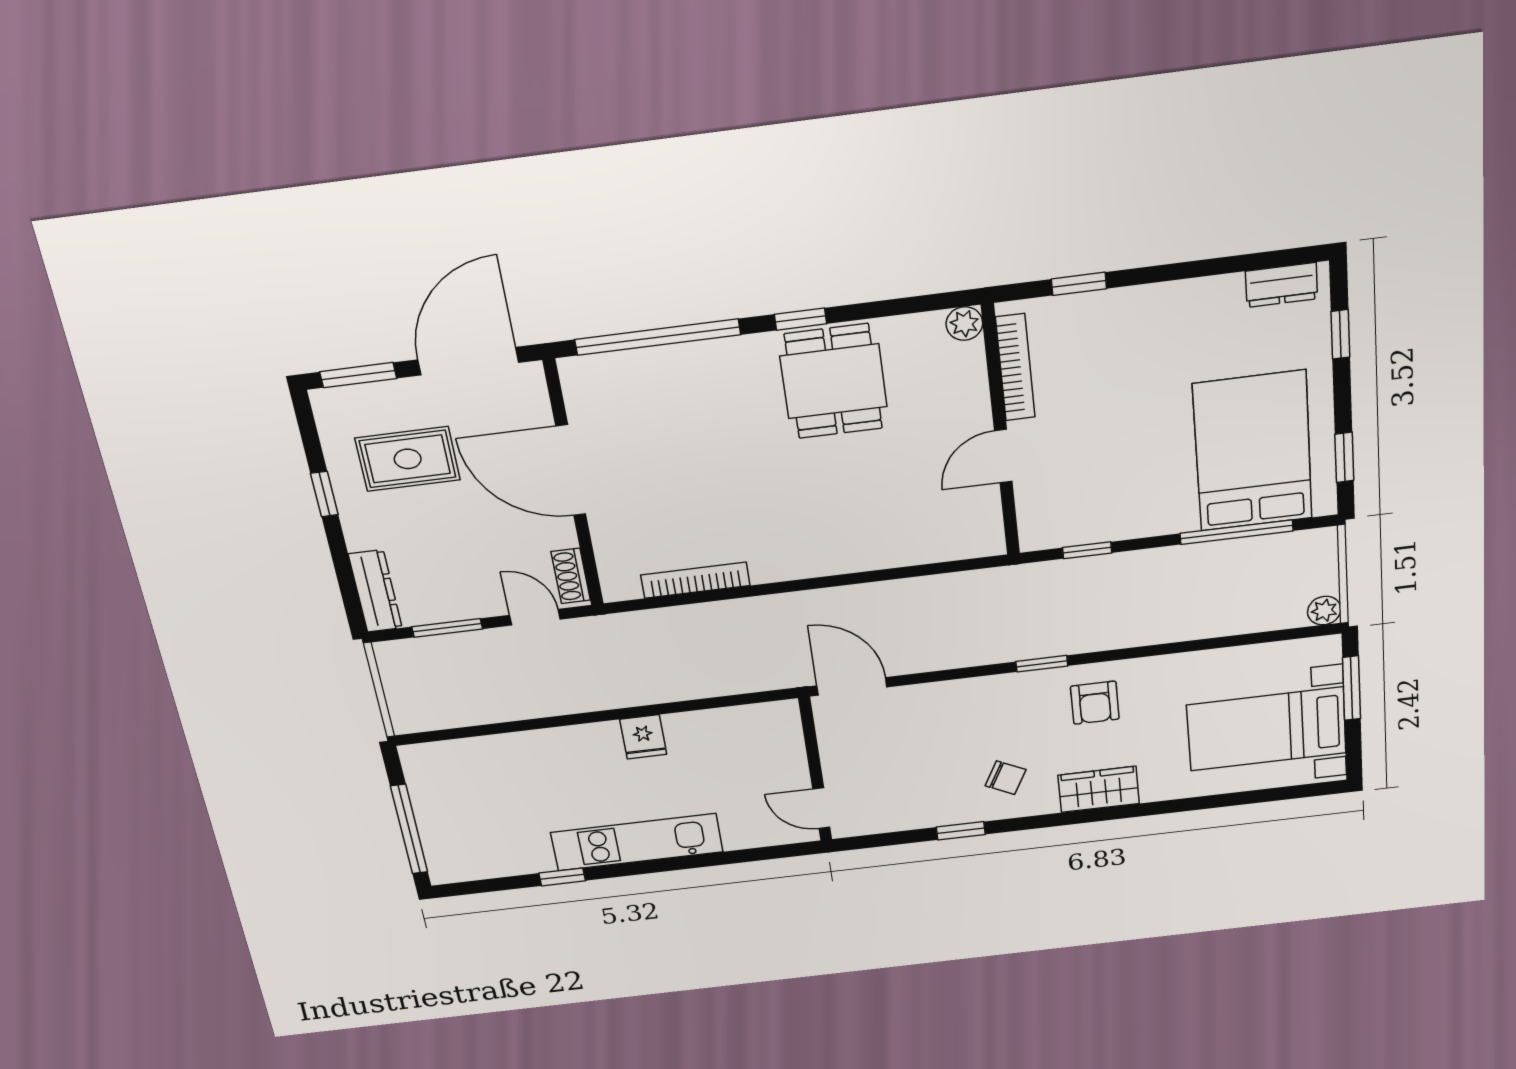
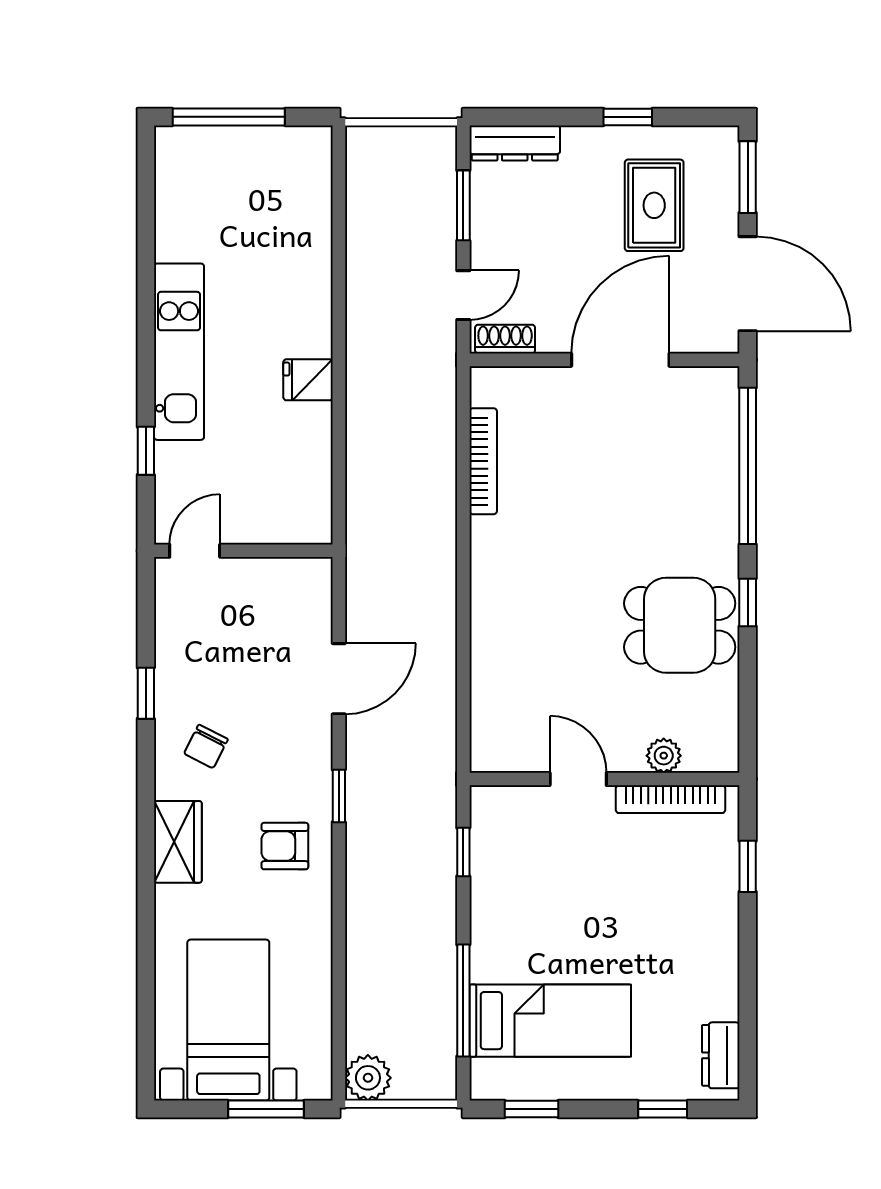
plant: (964, 324) -> (664, 756), moved
bed: (1253, 451) -> (550, 1021), width x0.67
plant: (1324, 611) -> (368, 1078), width x1.38, depth x1.38
door: (852, 686) -> (339, 679), moved
window: (562, 877) -> (146, 451), moved

